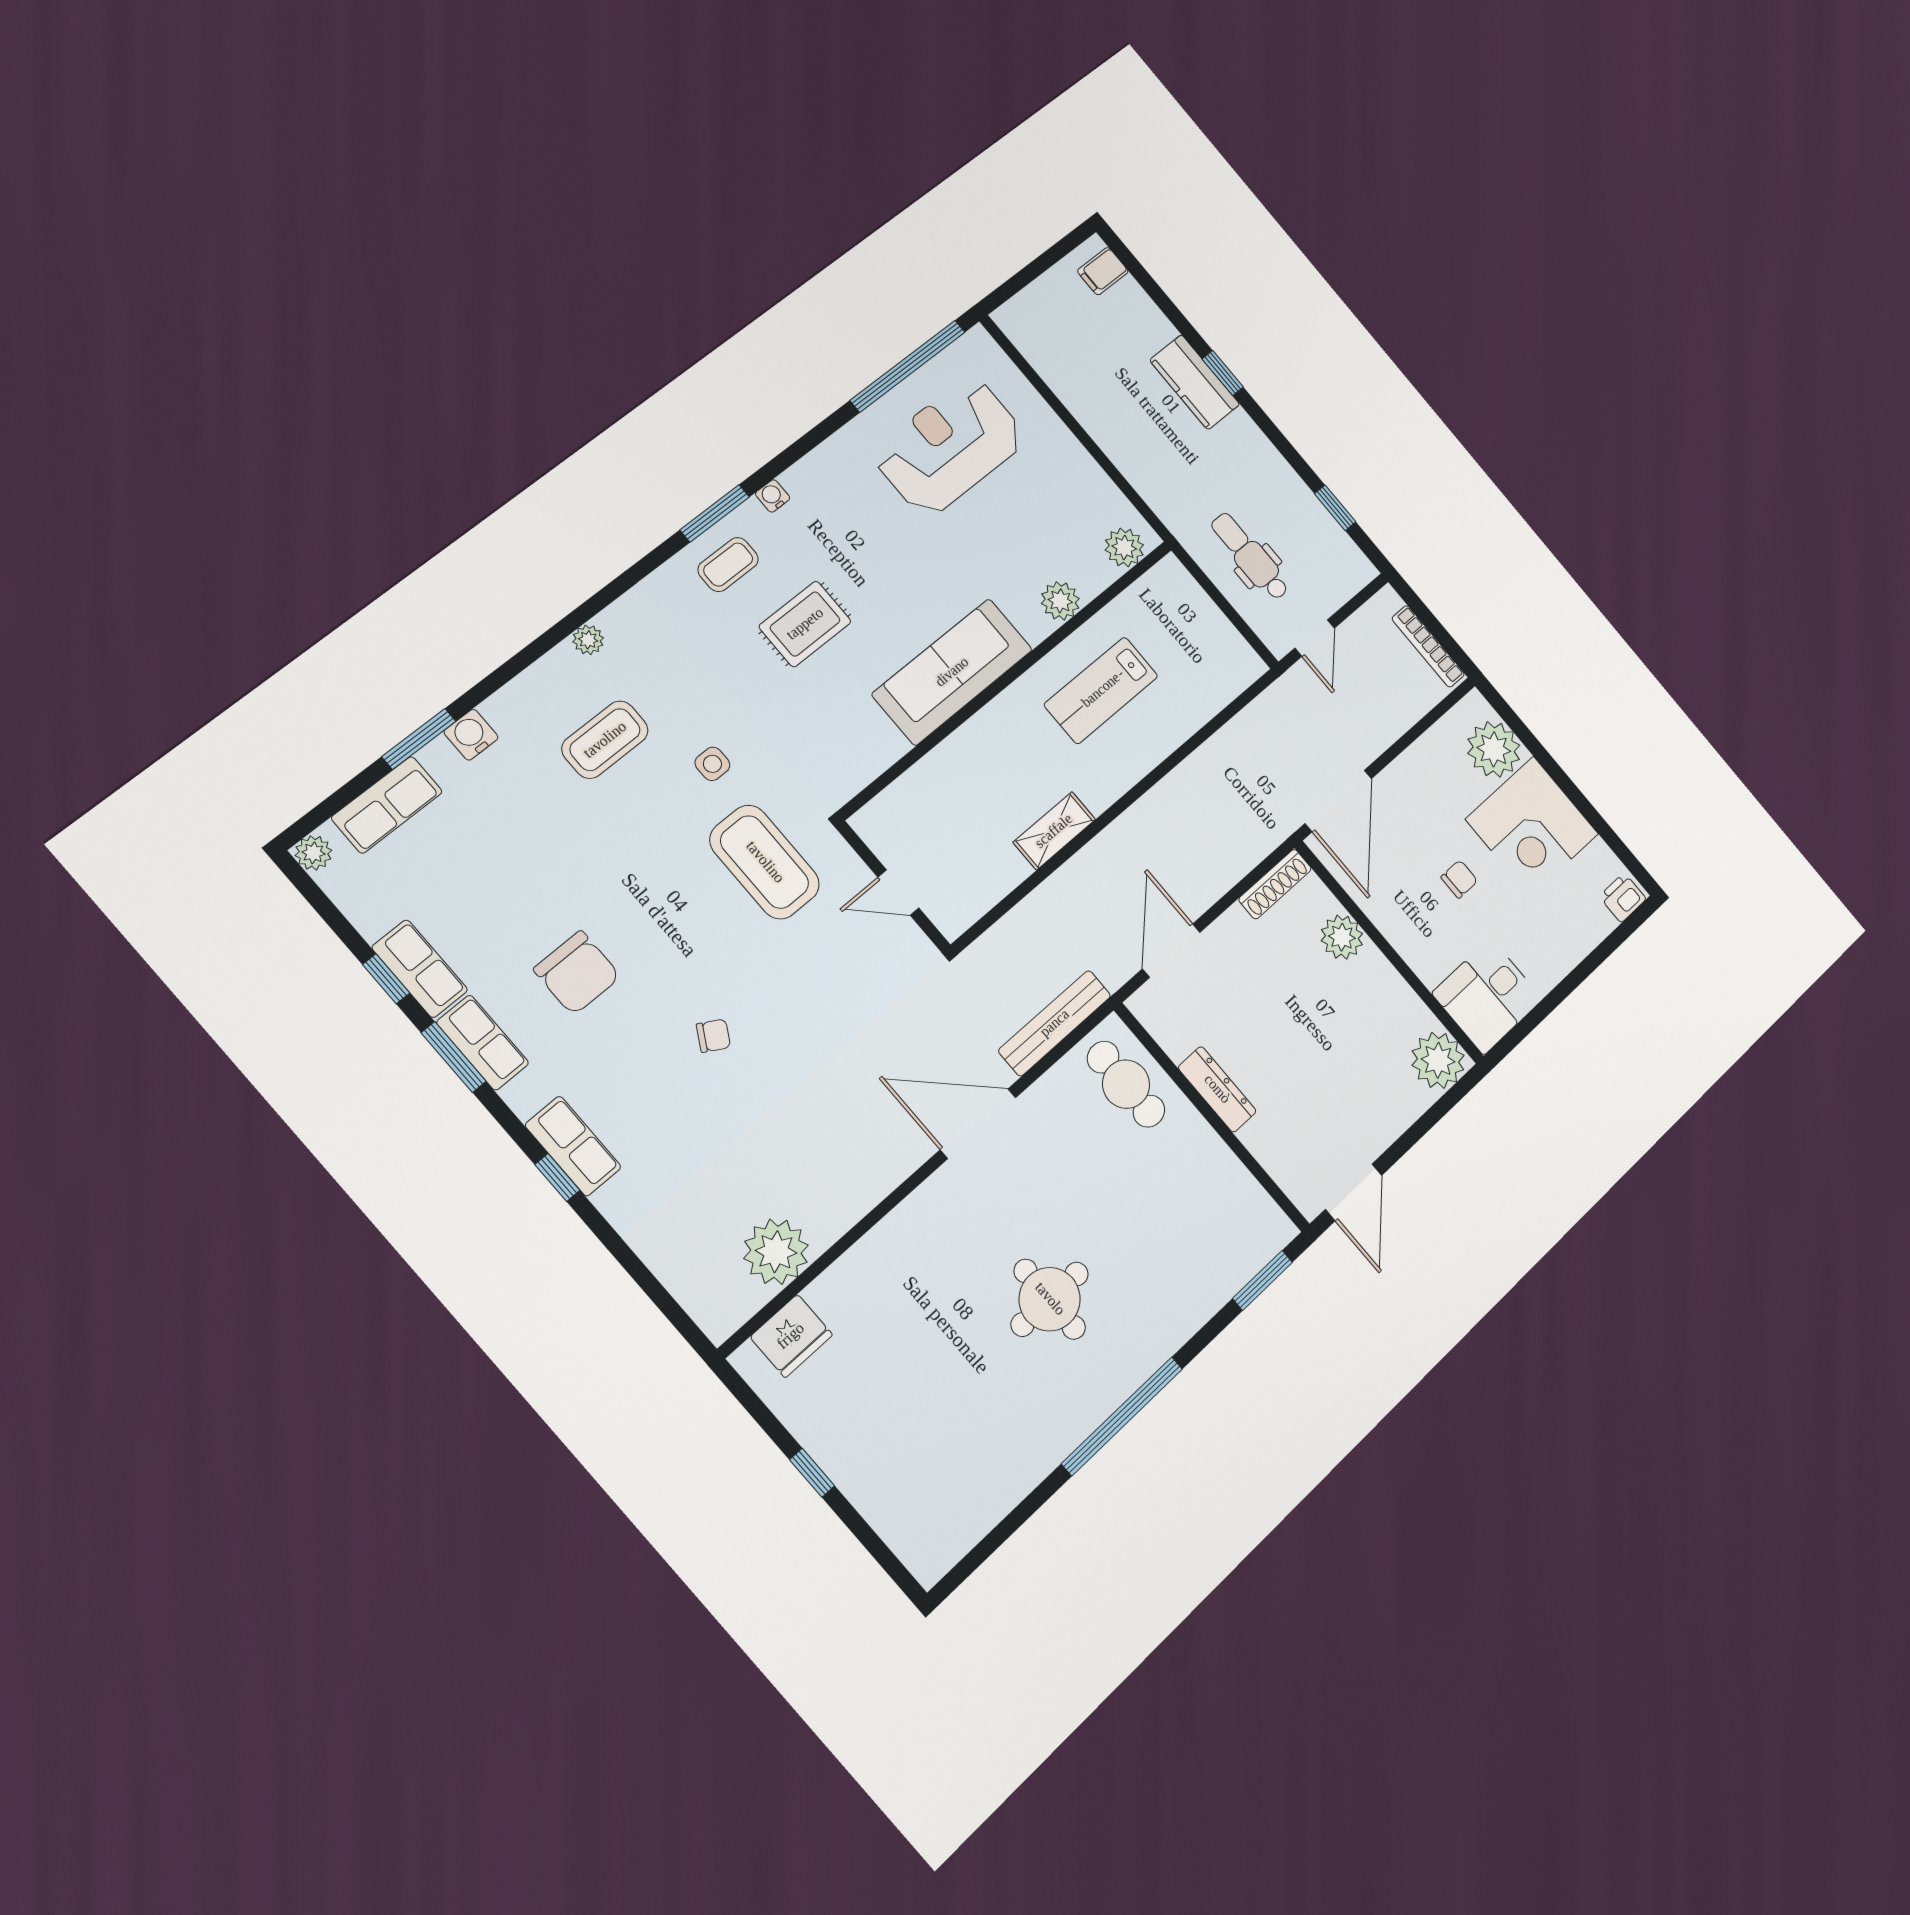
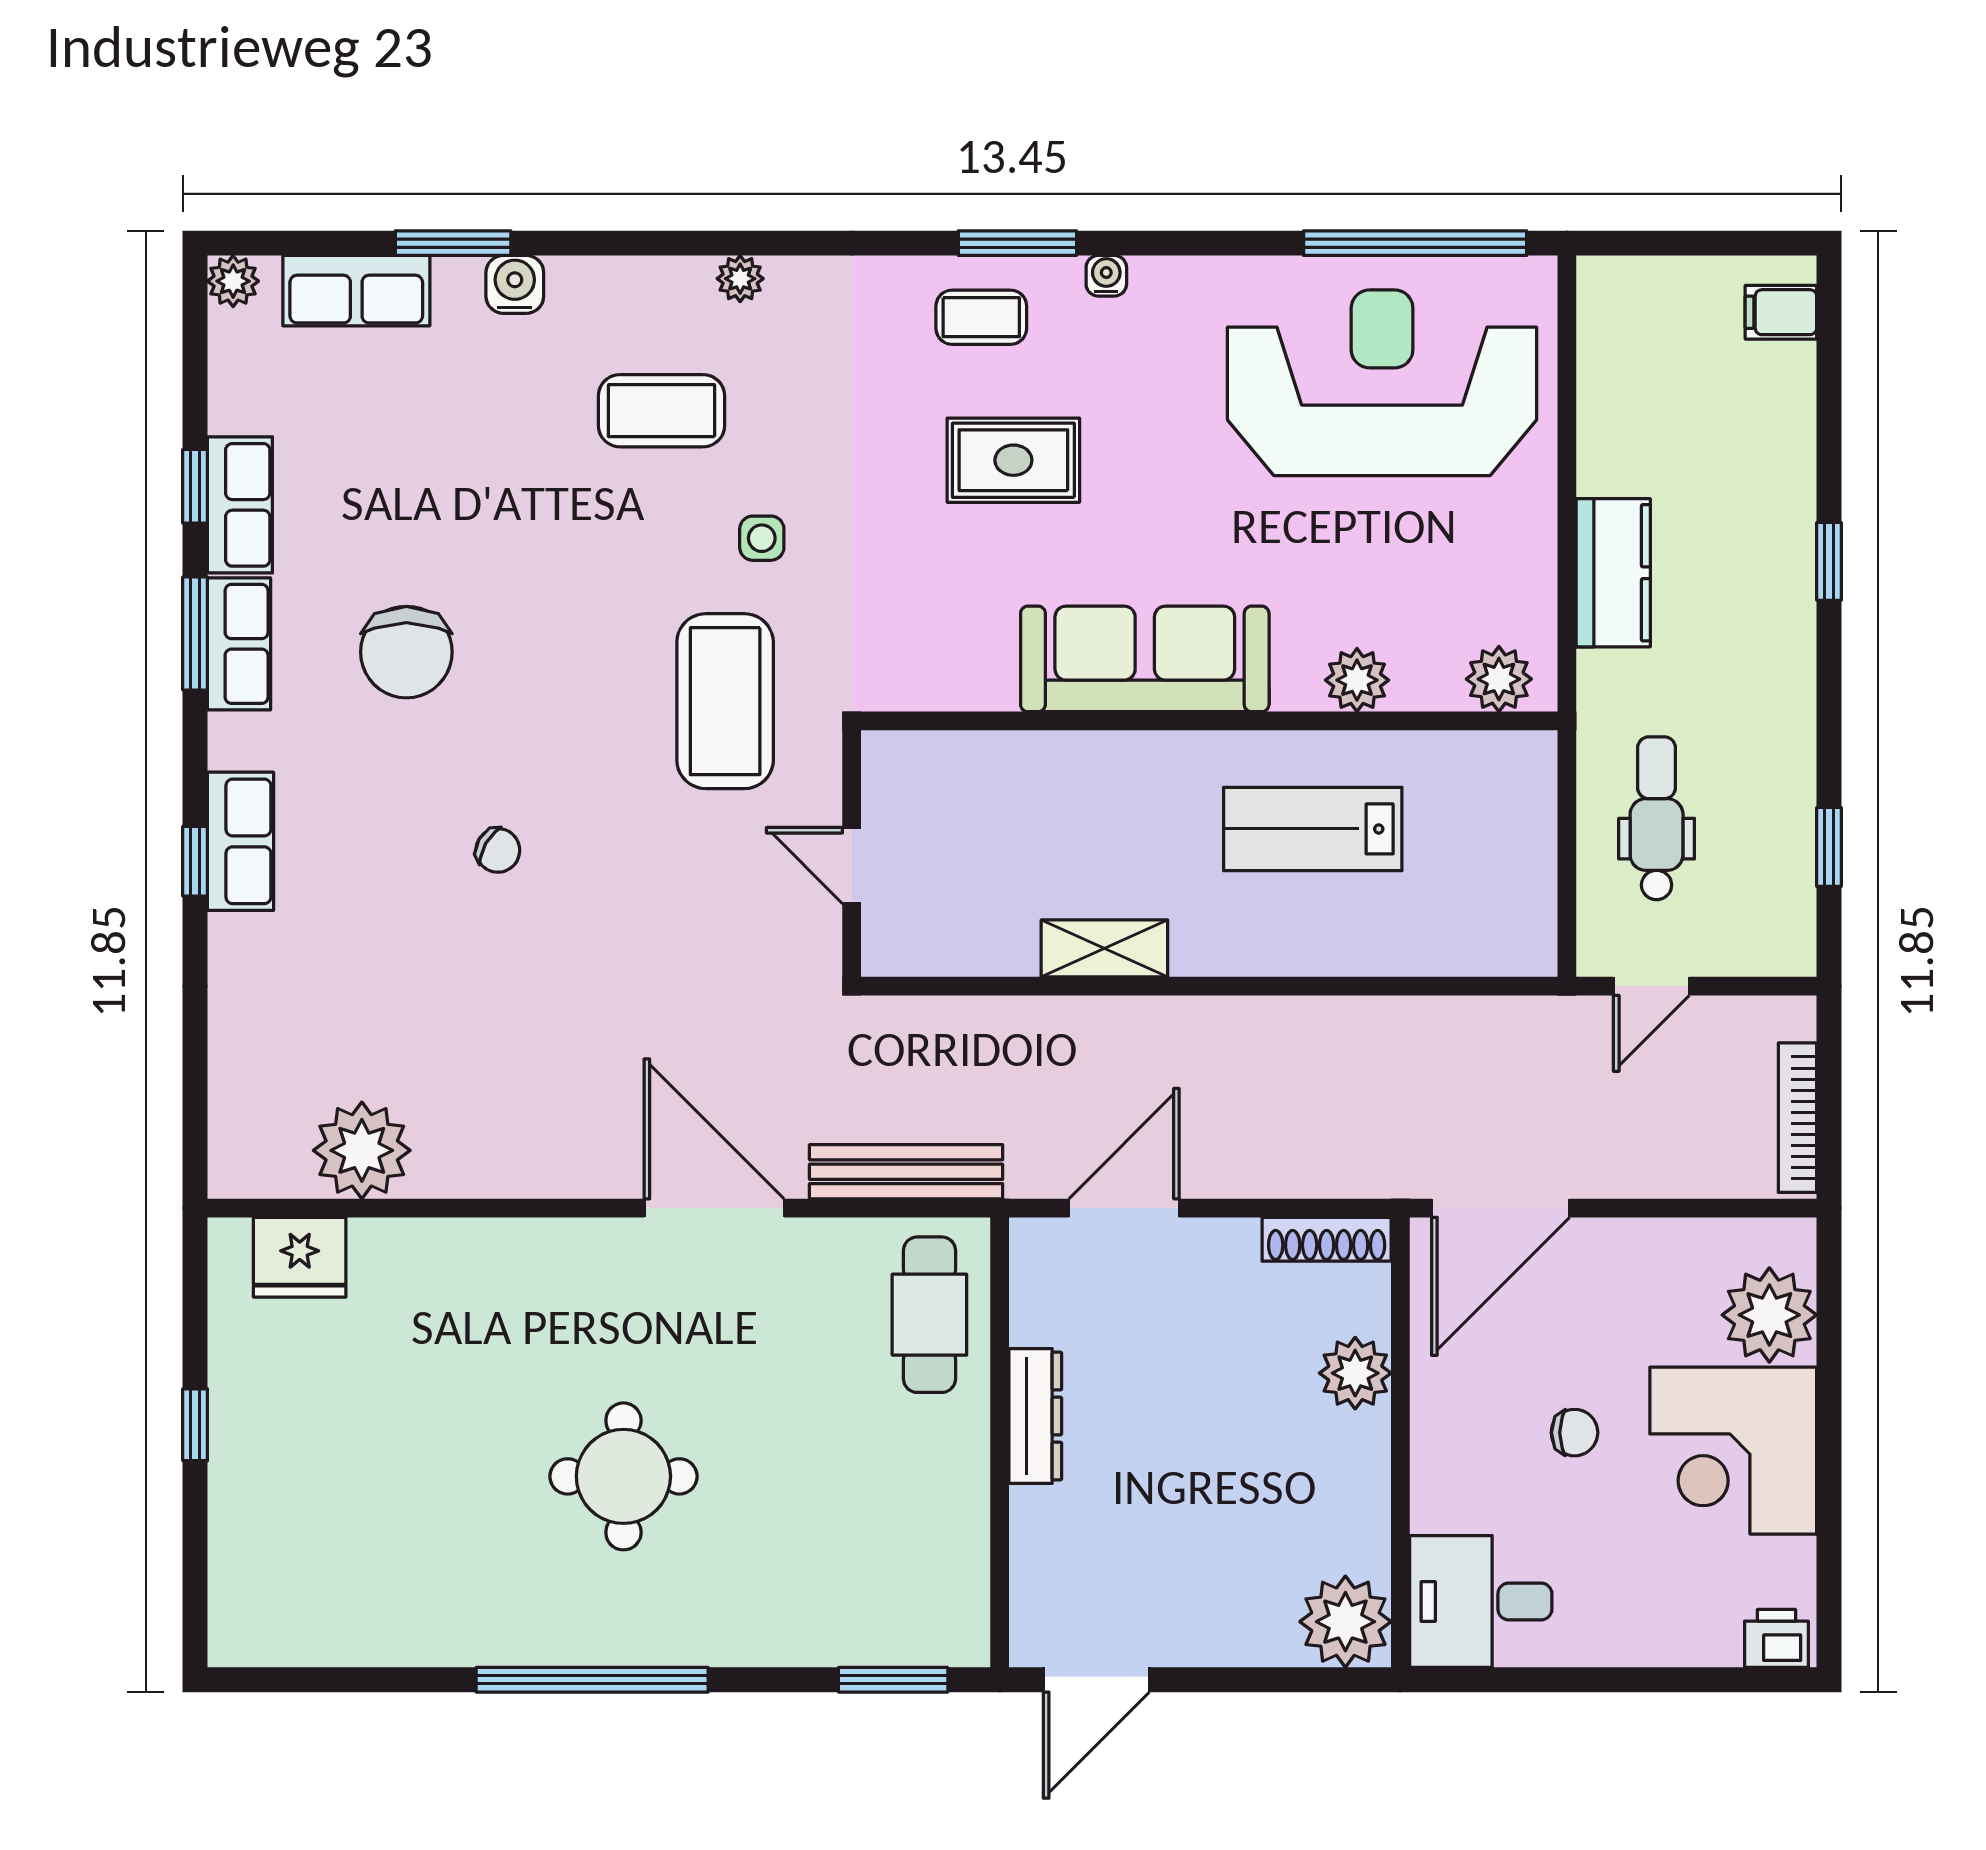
kitchen counter: (1195, 382) -> (1613, 573), moved, turned 180
reception desk: (950, 446) -> (1382, 383), width x1.36, depth x1.30

